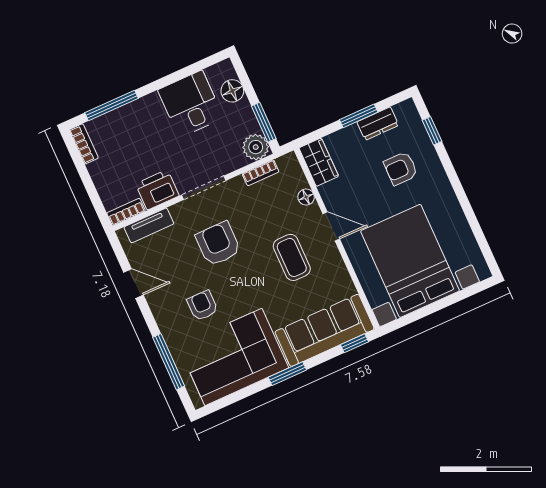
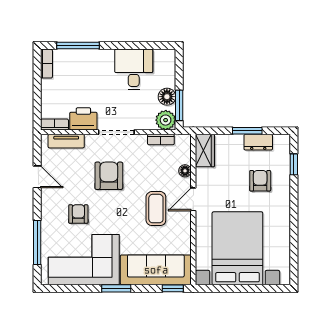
floor lamp: (232, 91) -> (167, 97), moved
armchair: (401, 168) -> (260, 181), turned 90
door: (331, 226) -> (193, 199), swing flipped

